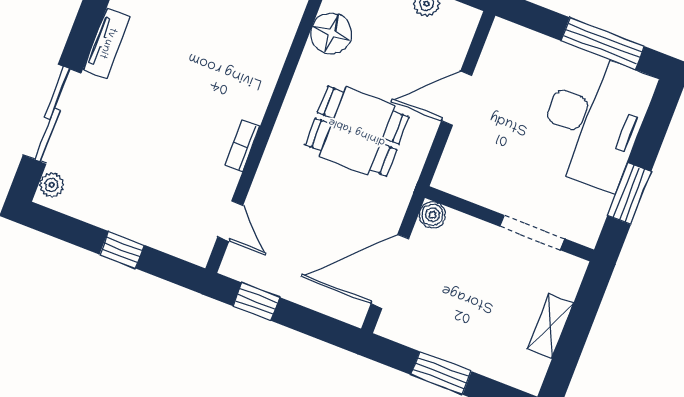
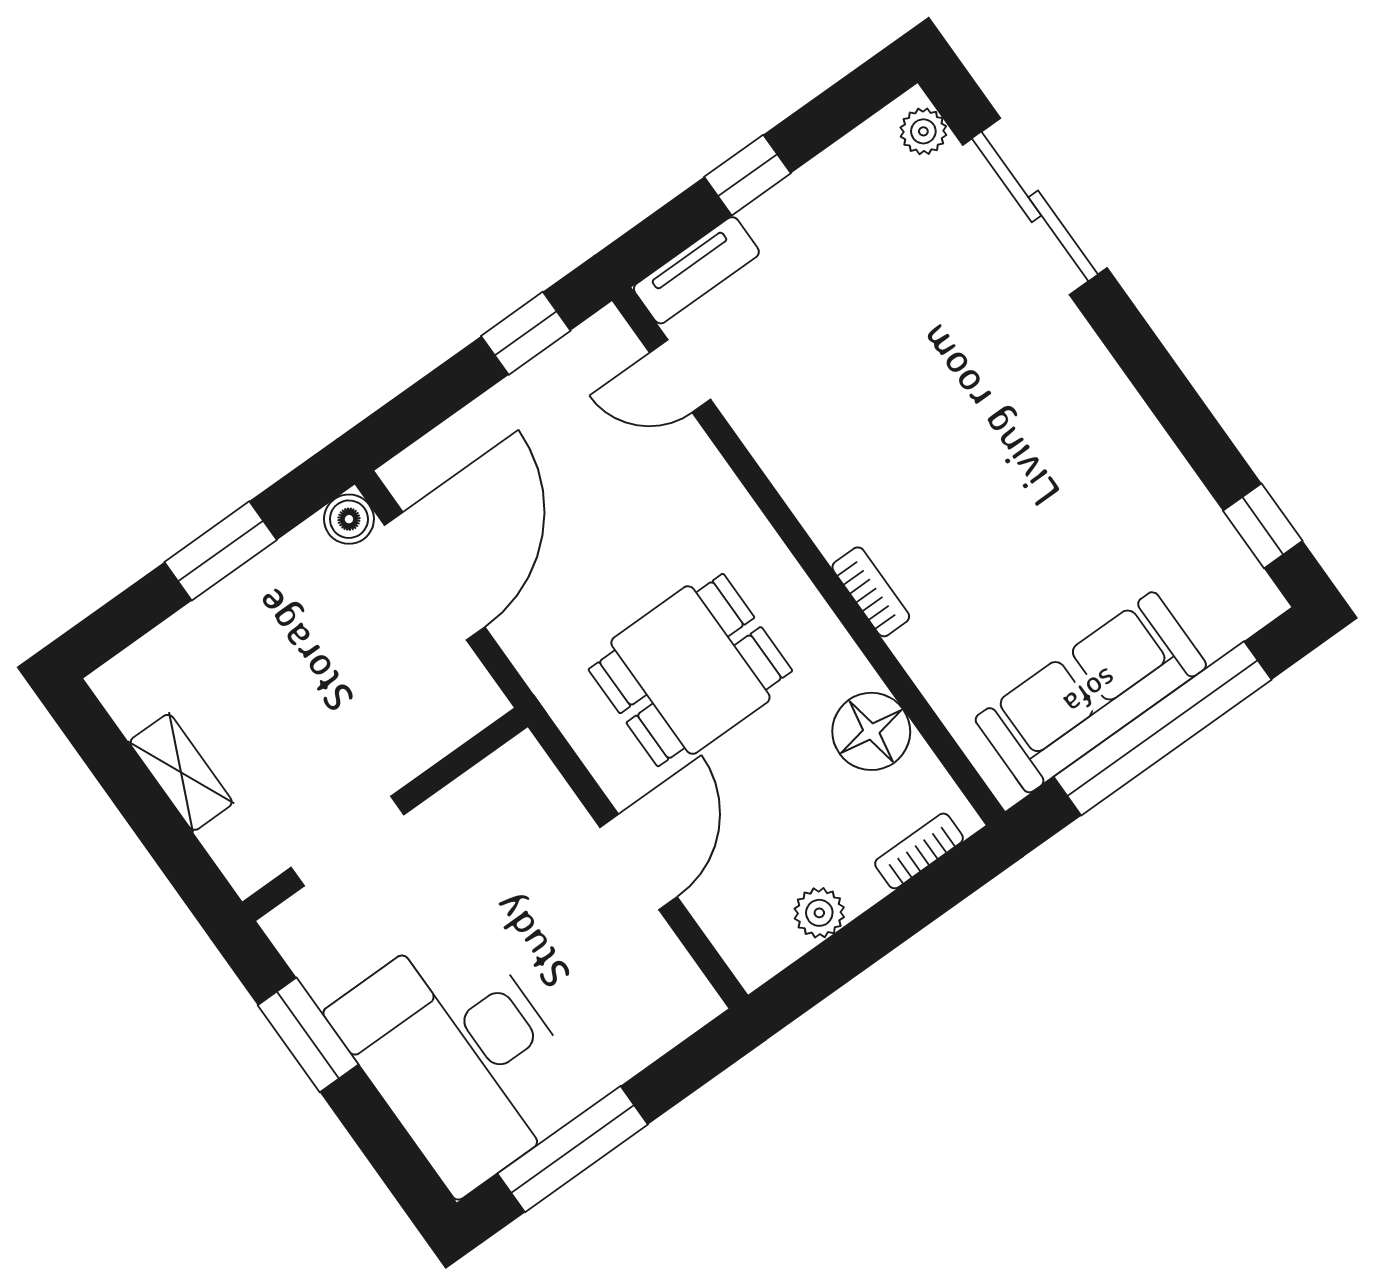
tv unit: (107, 43) -> (696, 270), moved, turned -90
bookcase: (242, 146) -> (871, 592), moved
boiler: (432, 215) -> (349, 519), moved

